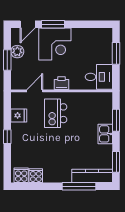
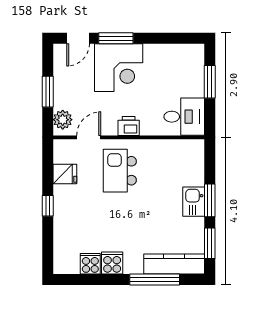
plant: (17, 52) -> (63, 120), moved
window: (116, 120) -> (210, 200), moved
cooker: (21, 175) -> (112, 263), moved

